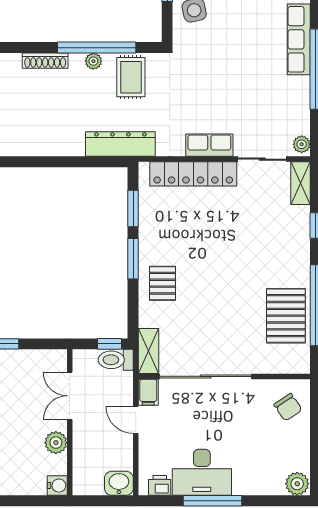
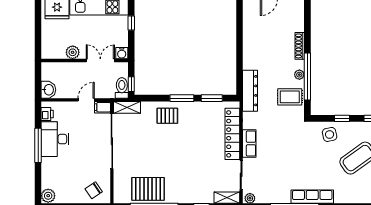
water cooler: (57, 486) -> (122, 53), moved

